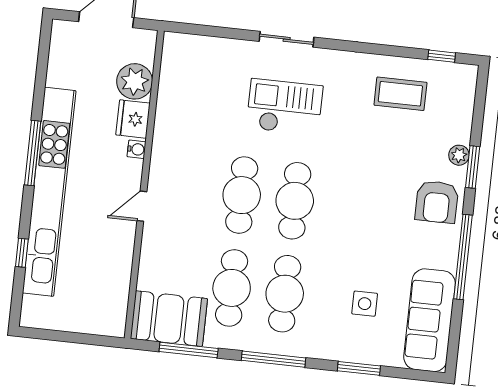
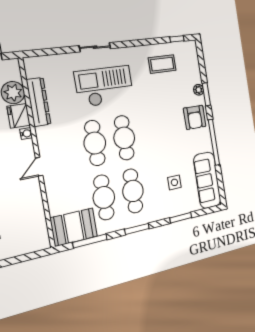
dresser: (169, 106) -> (39, 102), added
checkout: (285, 107) -> (104, 86), width x1.36, depth x1.21
window: (273, 359) -> (137, 229), width x0.69

